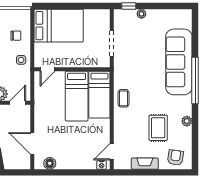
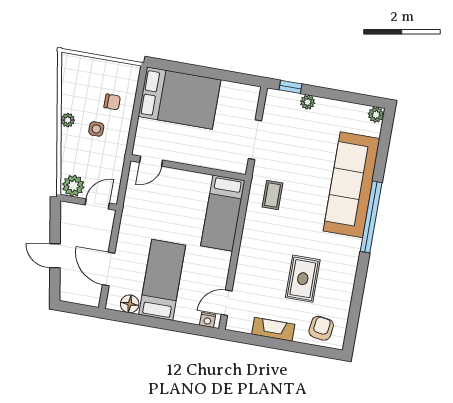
side table: (21, 60) -> (96, 129), moved
bed: (77, 96) -> (162, 280), moved, turned 180
coffee table: (123, 98) -> (273, 195), moved
plant: (187, 121) -> (376, 115), moved

